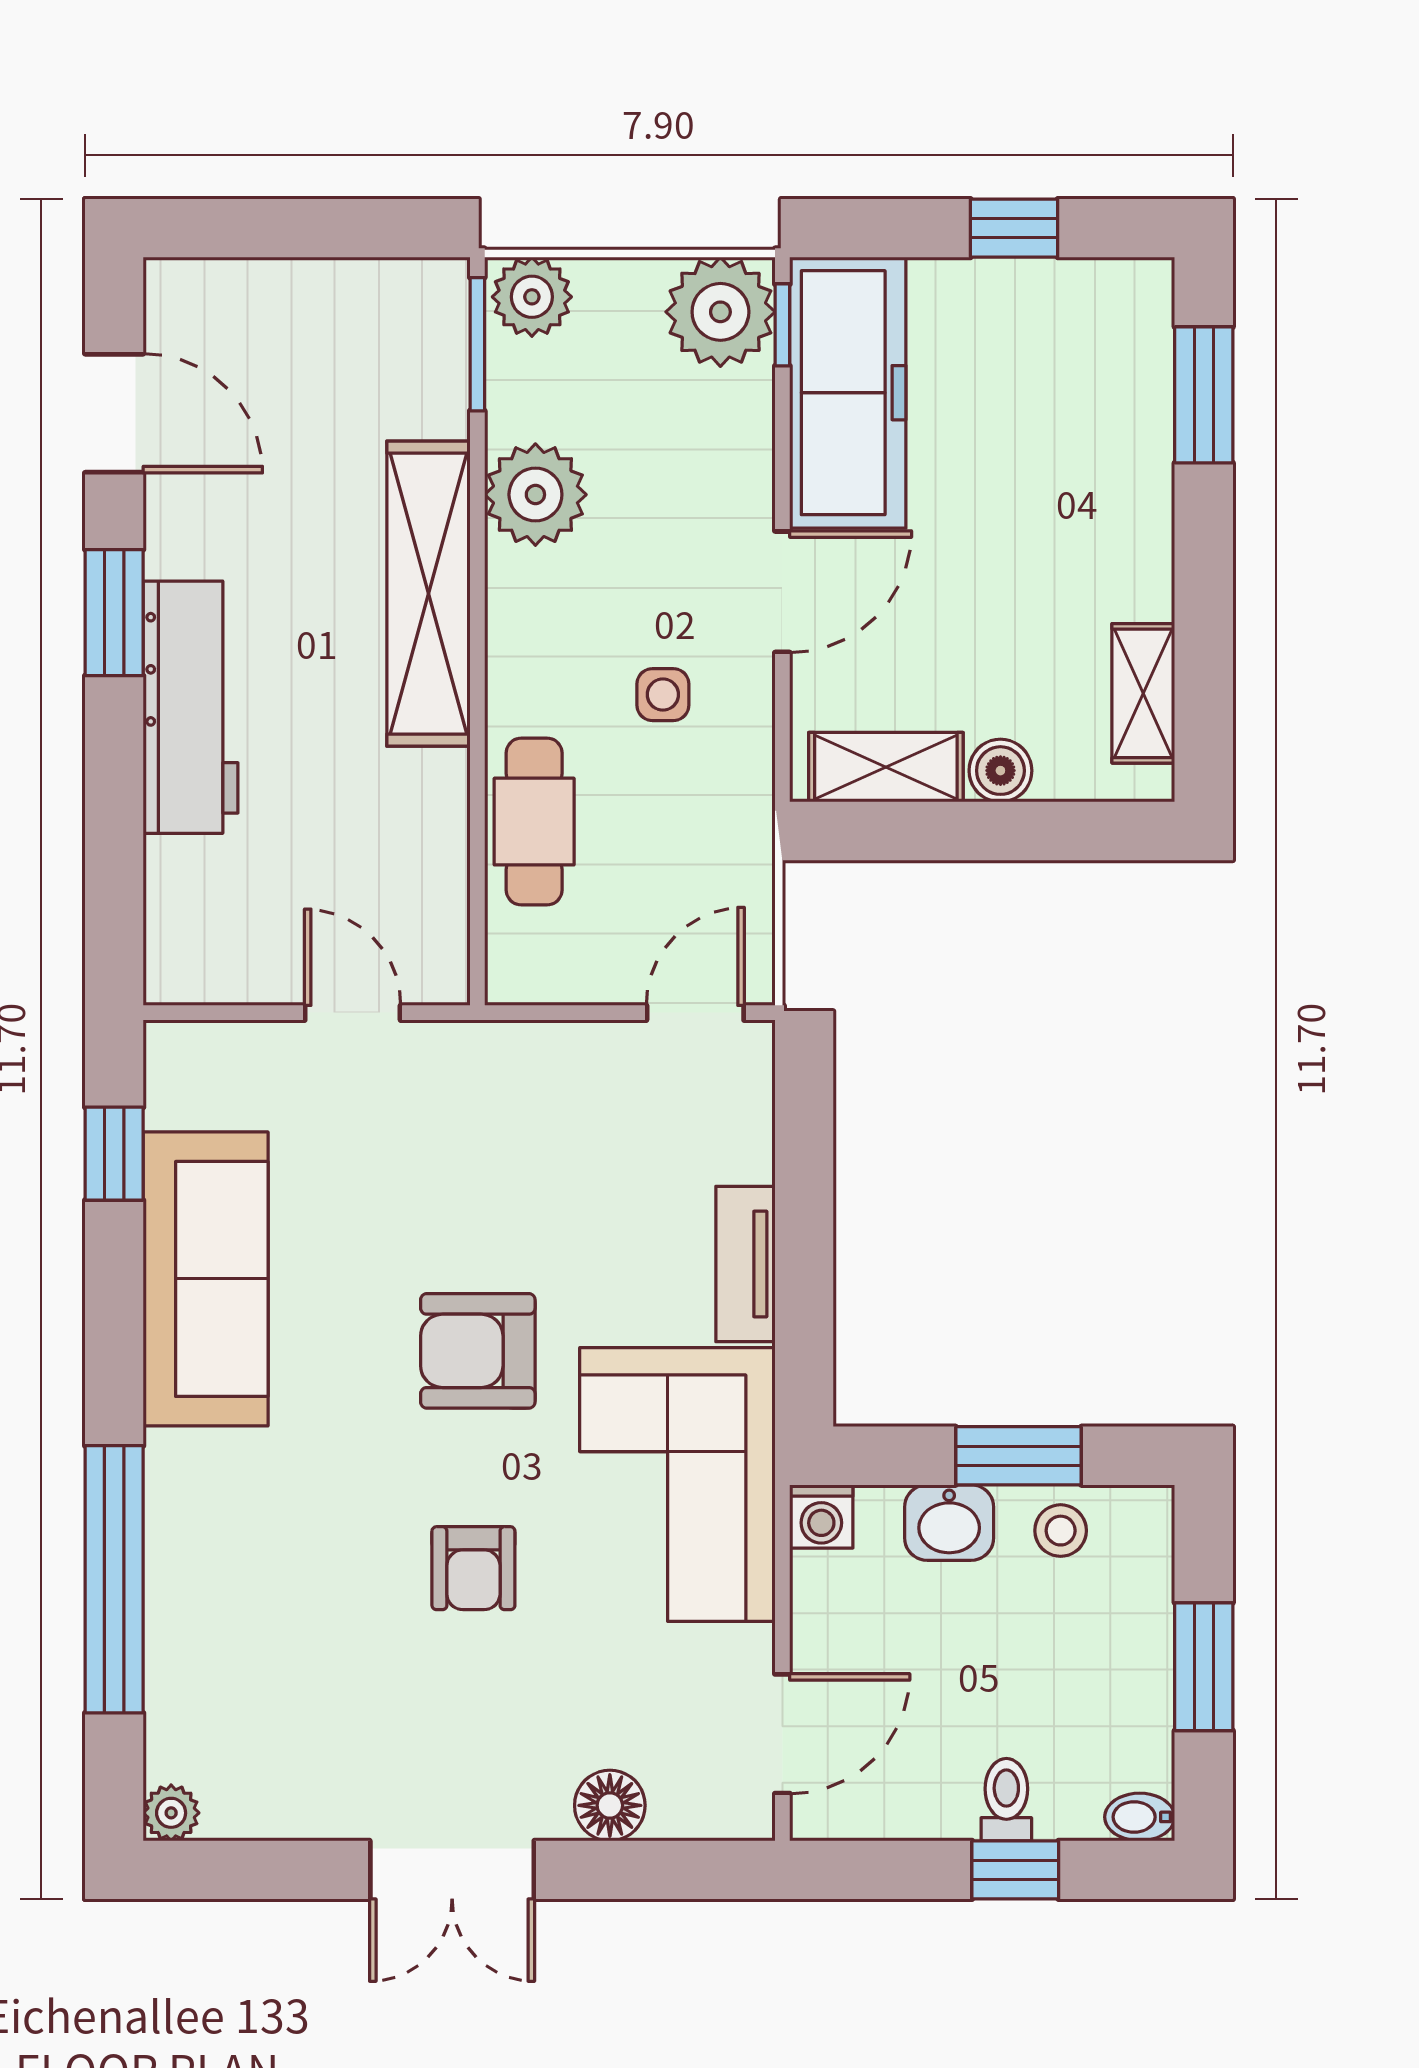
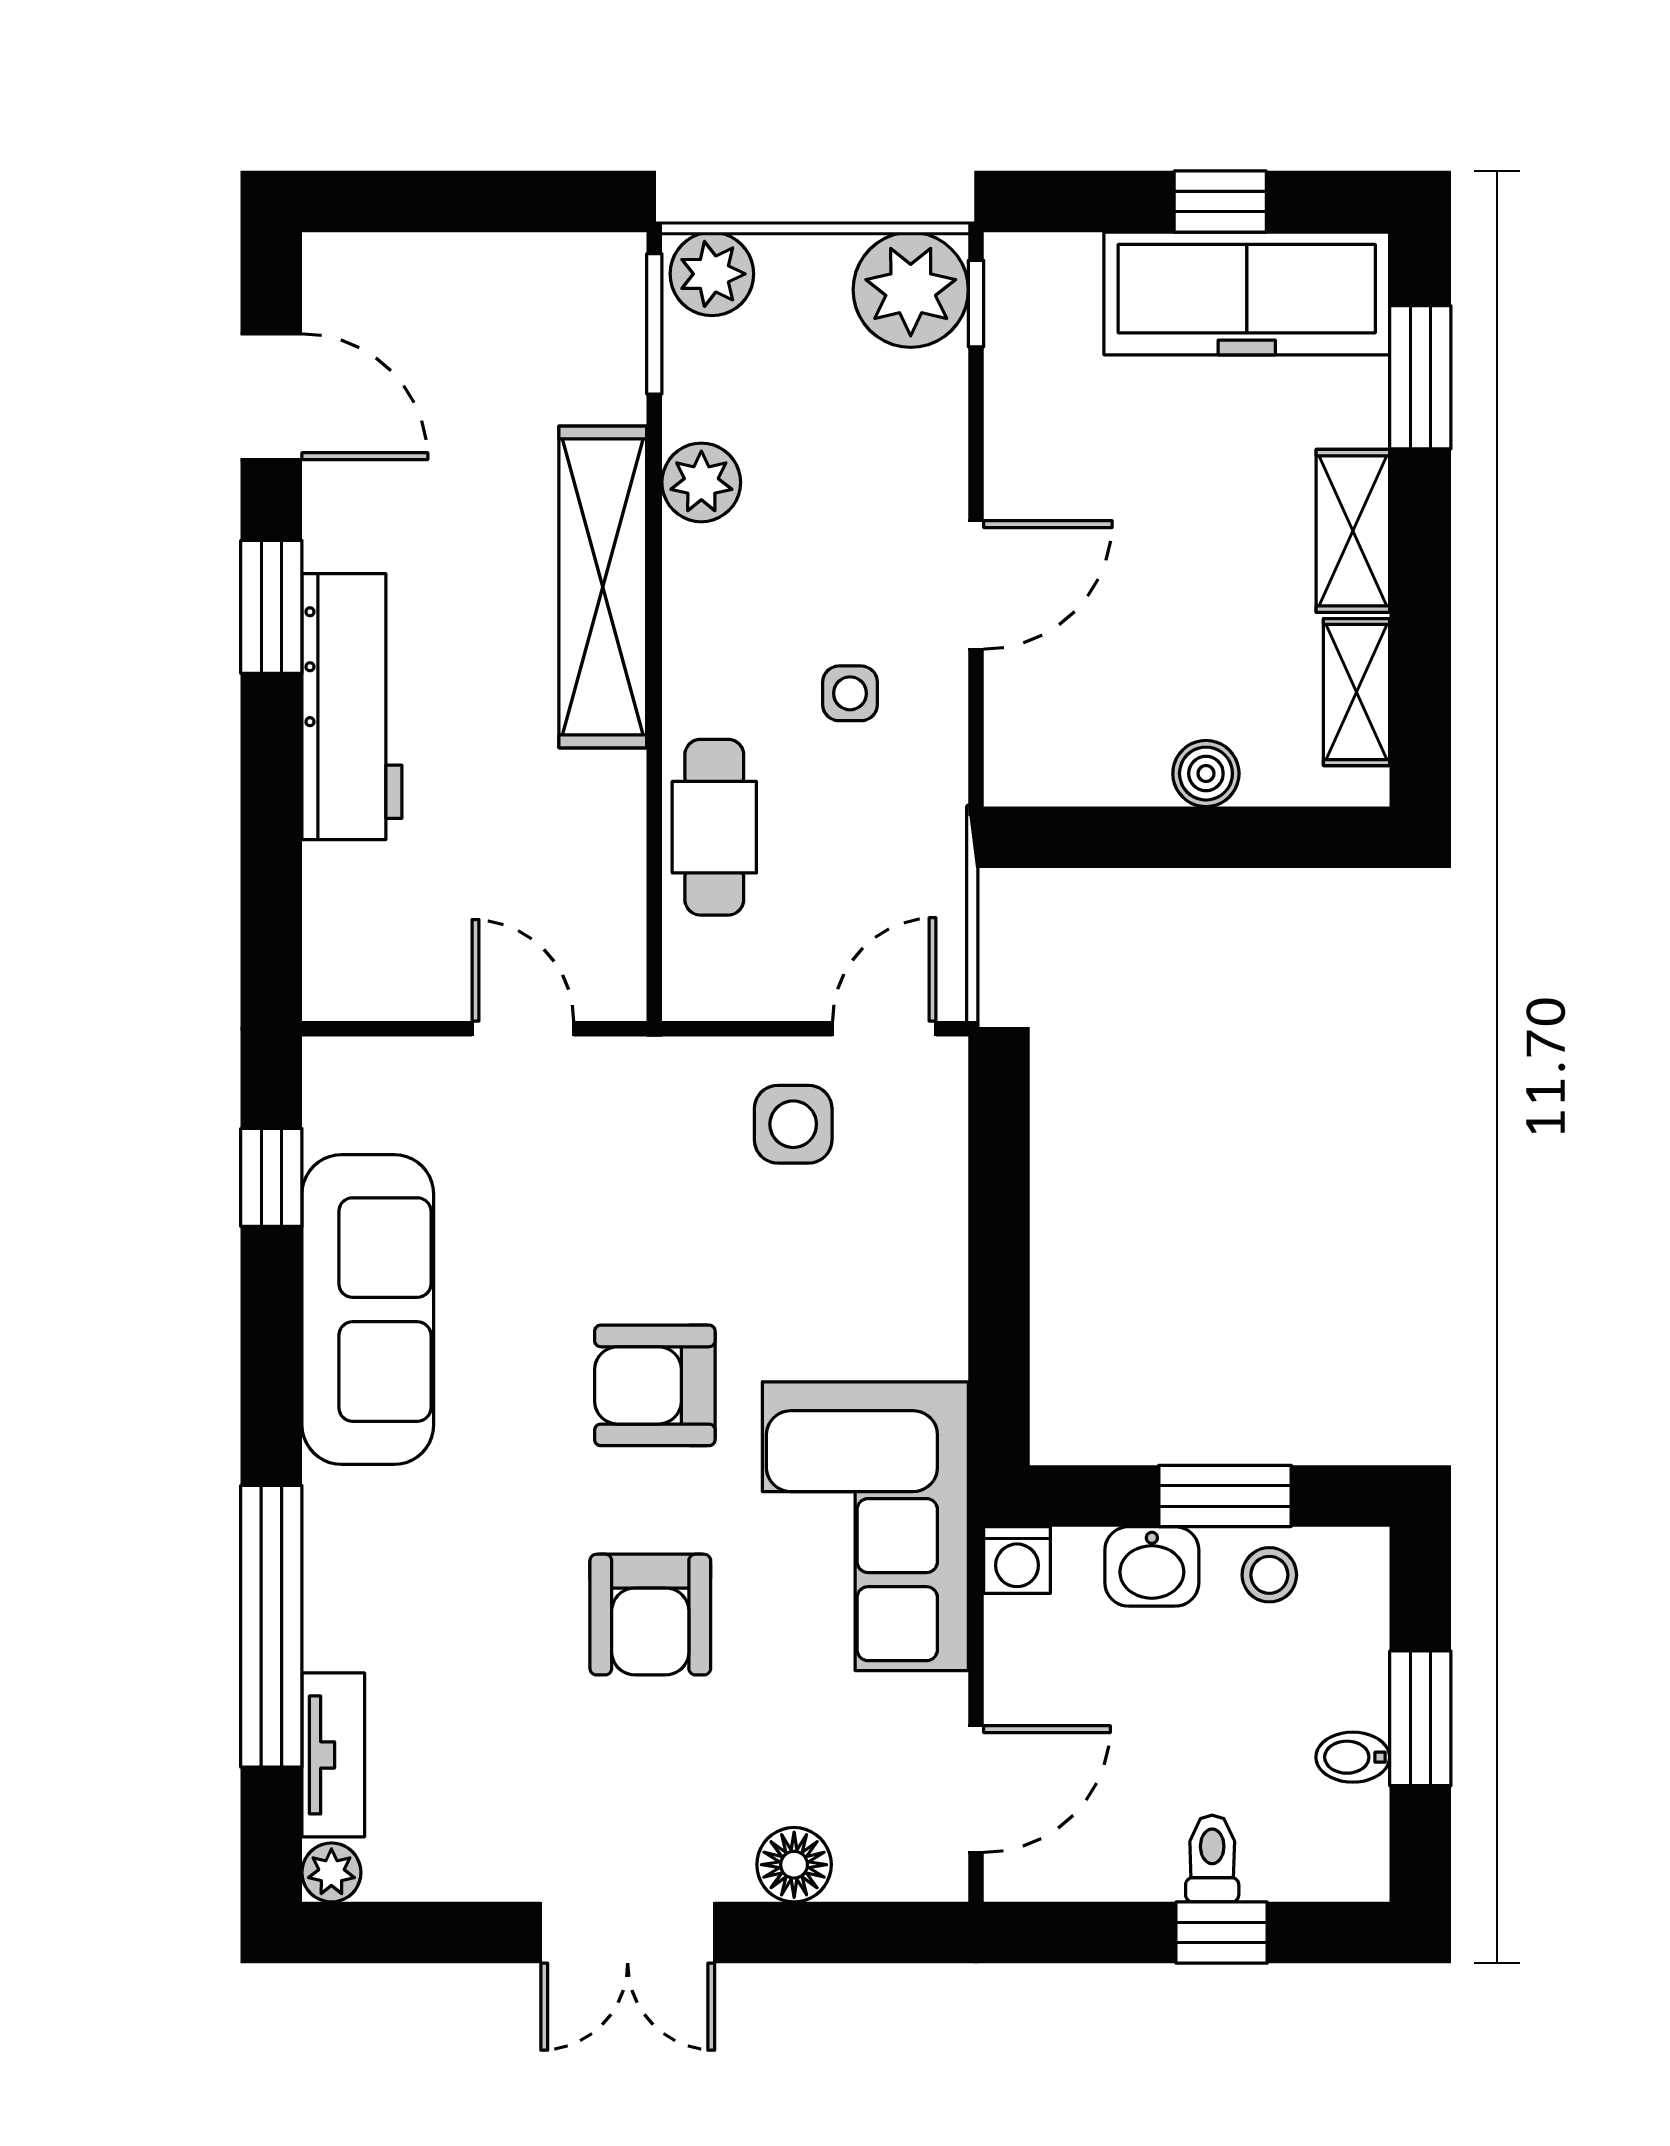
freezer: (848, 393) -> (1247, 294), moved, turned 90
plant: (535, 495) -> (701, 482), width x0.73, depth x0.73
shelving: (886, 767) -> (1353, 531), moved, turned 90
side table: (609, 1103) -> (793, 1124), added
tv unit: (745, 1264) -> (333, 1755), moved, turned 180
armchair: (473, 1568) -> (650, 1615), width x1.38, depth x1.38
bidet: (1140, 1817) -> (1353, 1757), moved

